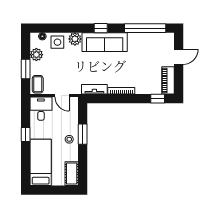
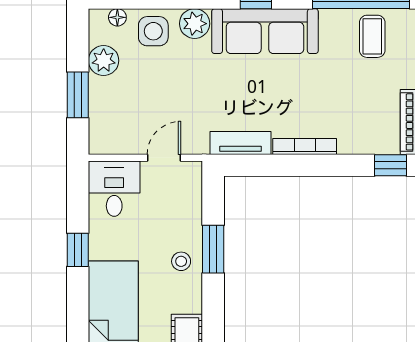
coffee table: (38, 84) -> (372, 36), moved
door: (62, 96) -> (164, 158), swing flipped

